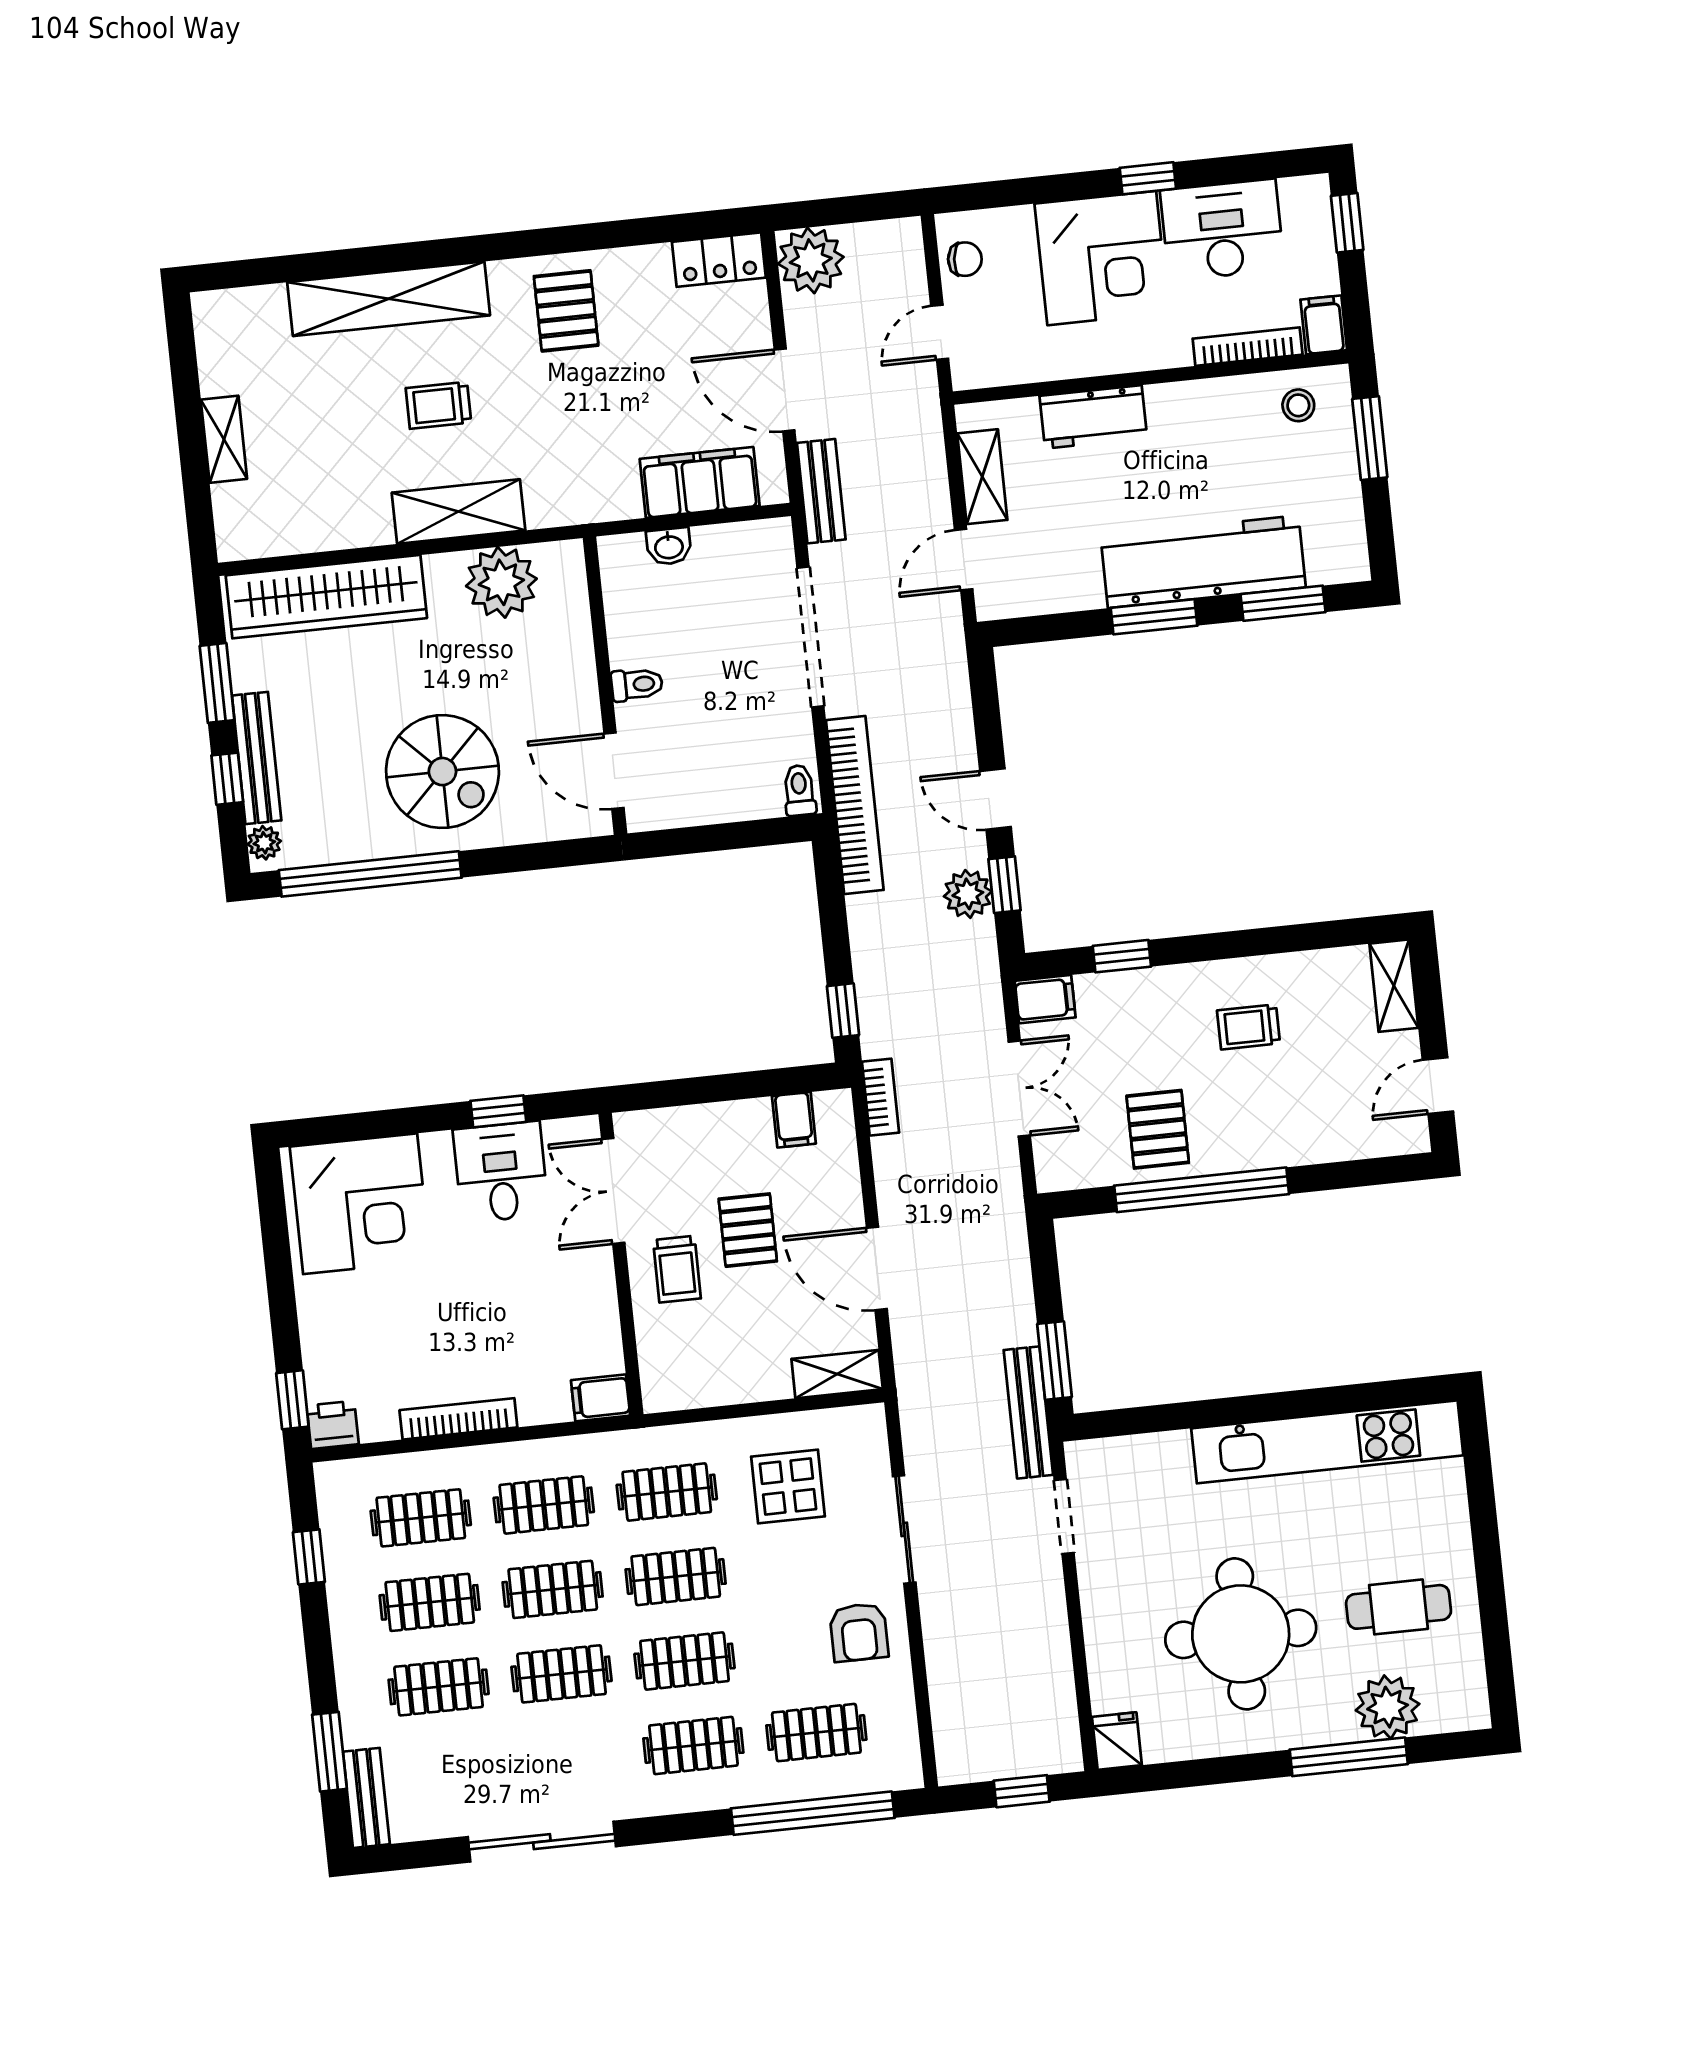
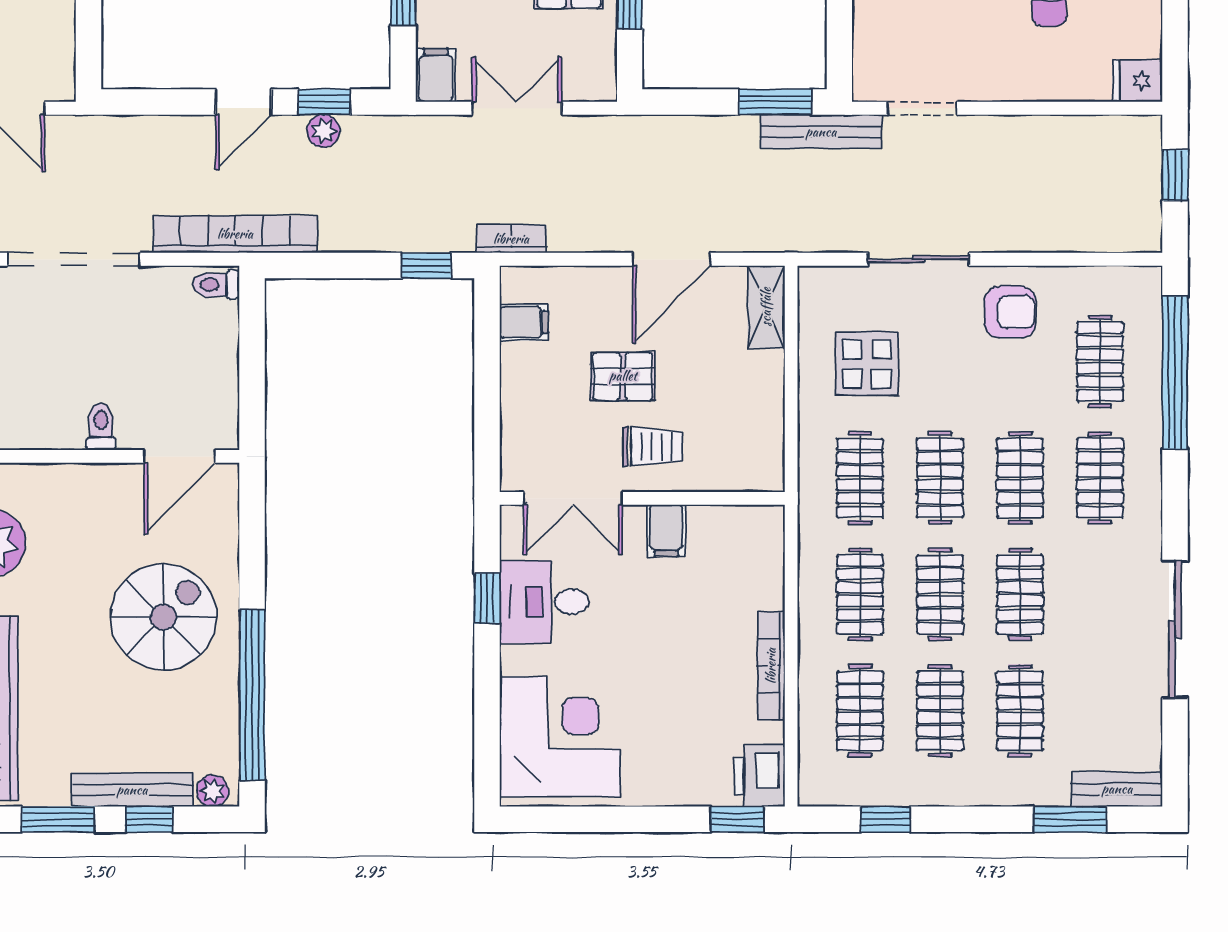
plant: (968, 894) -> (323, 131), width x0.73, depth x0.73
filing cabinet: (601, 1398) -> (666, 531), moved
printer: (333, 1425) -> (759, 776), width x1.36, depth x1.24

